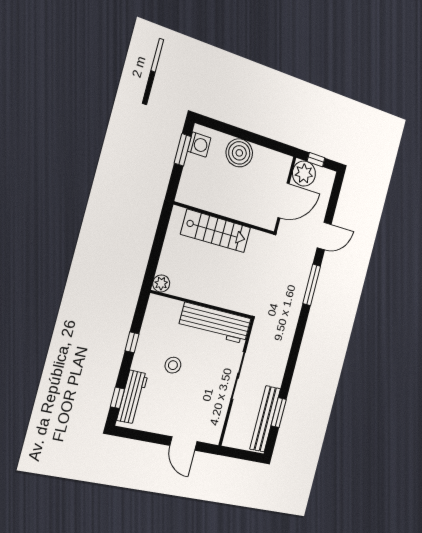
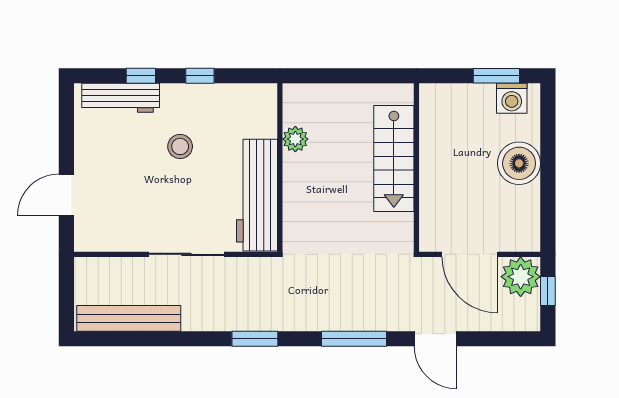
plant: (161, 283) -> (295, 139), moved
window: (117, 398) -> (141, 76), moved
window: (279, 413) -> (255, 339), moved

